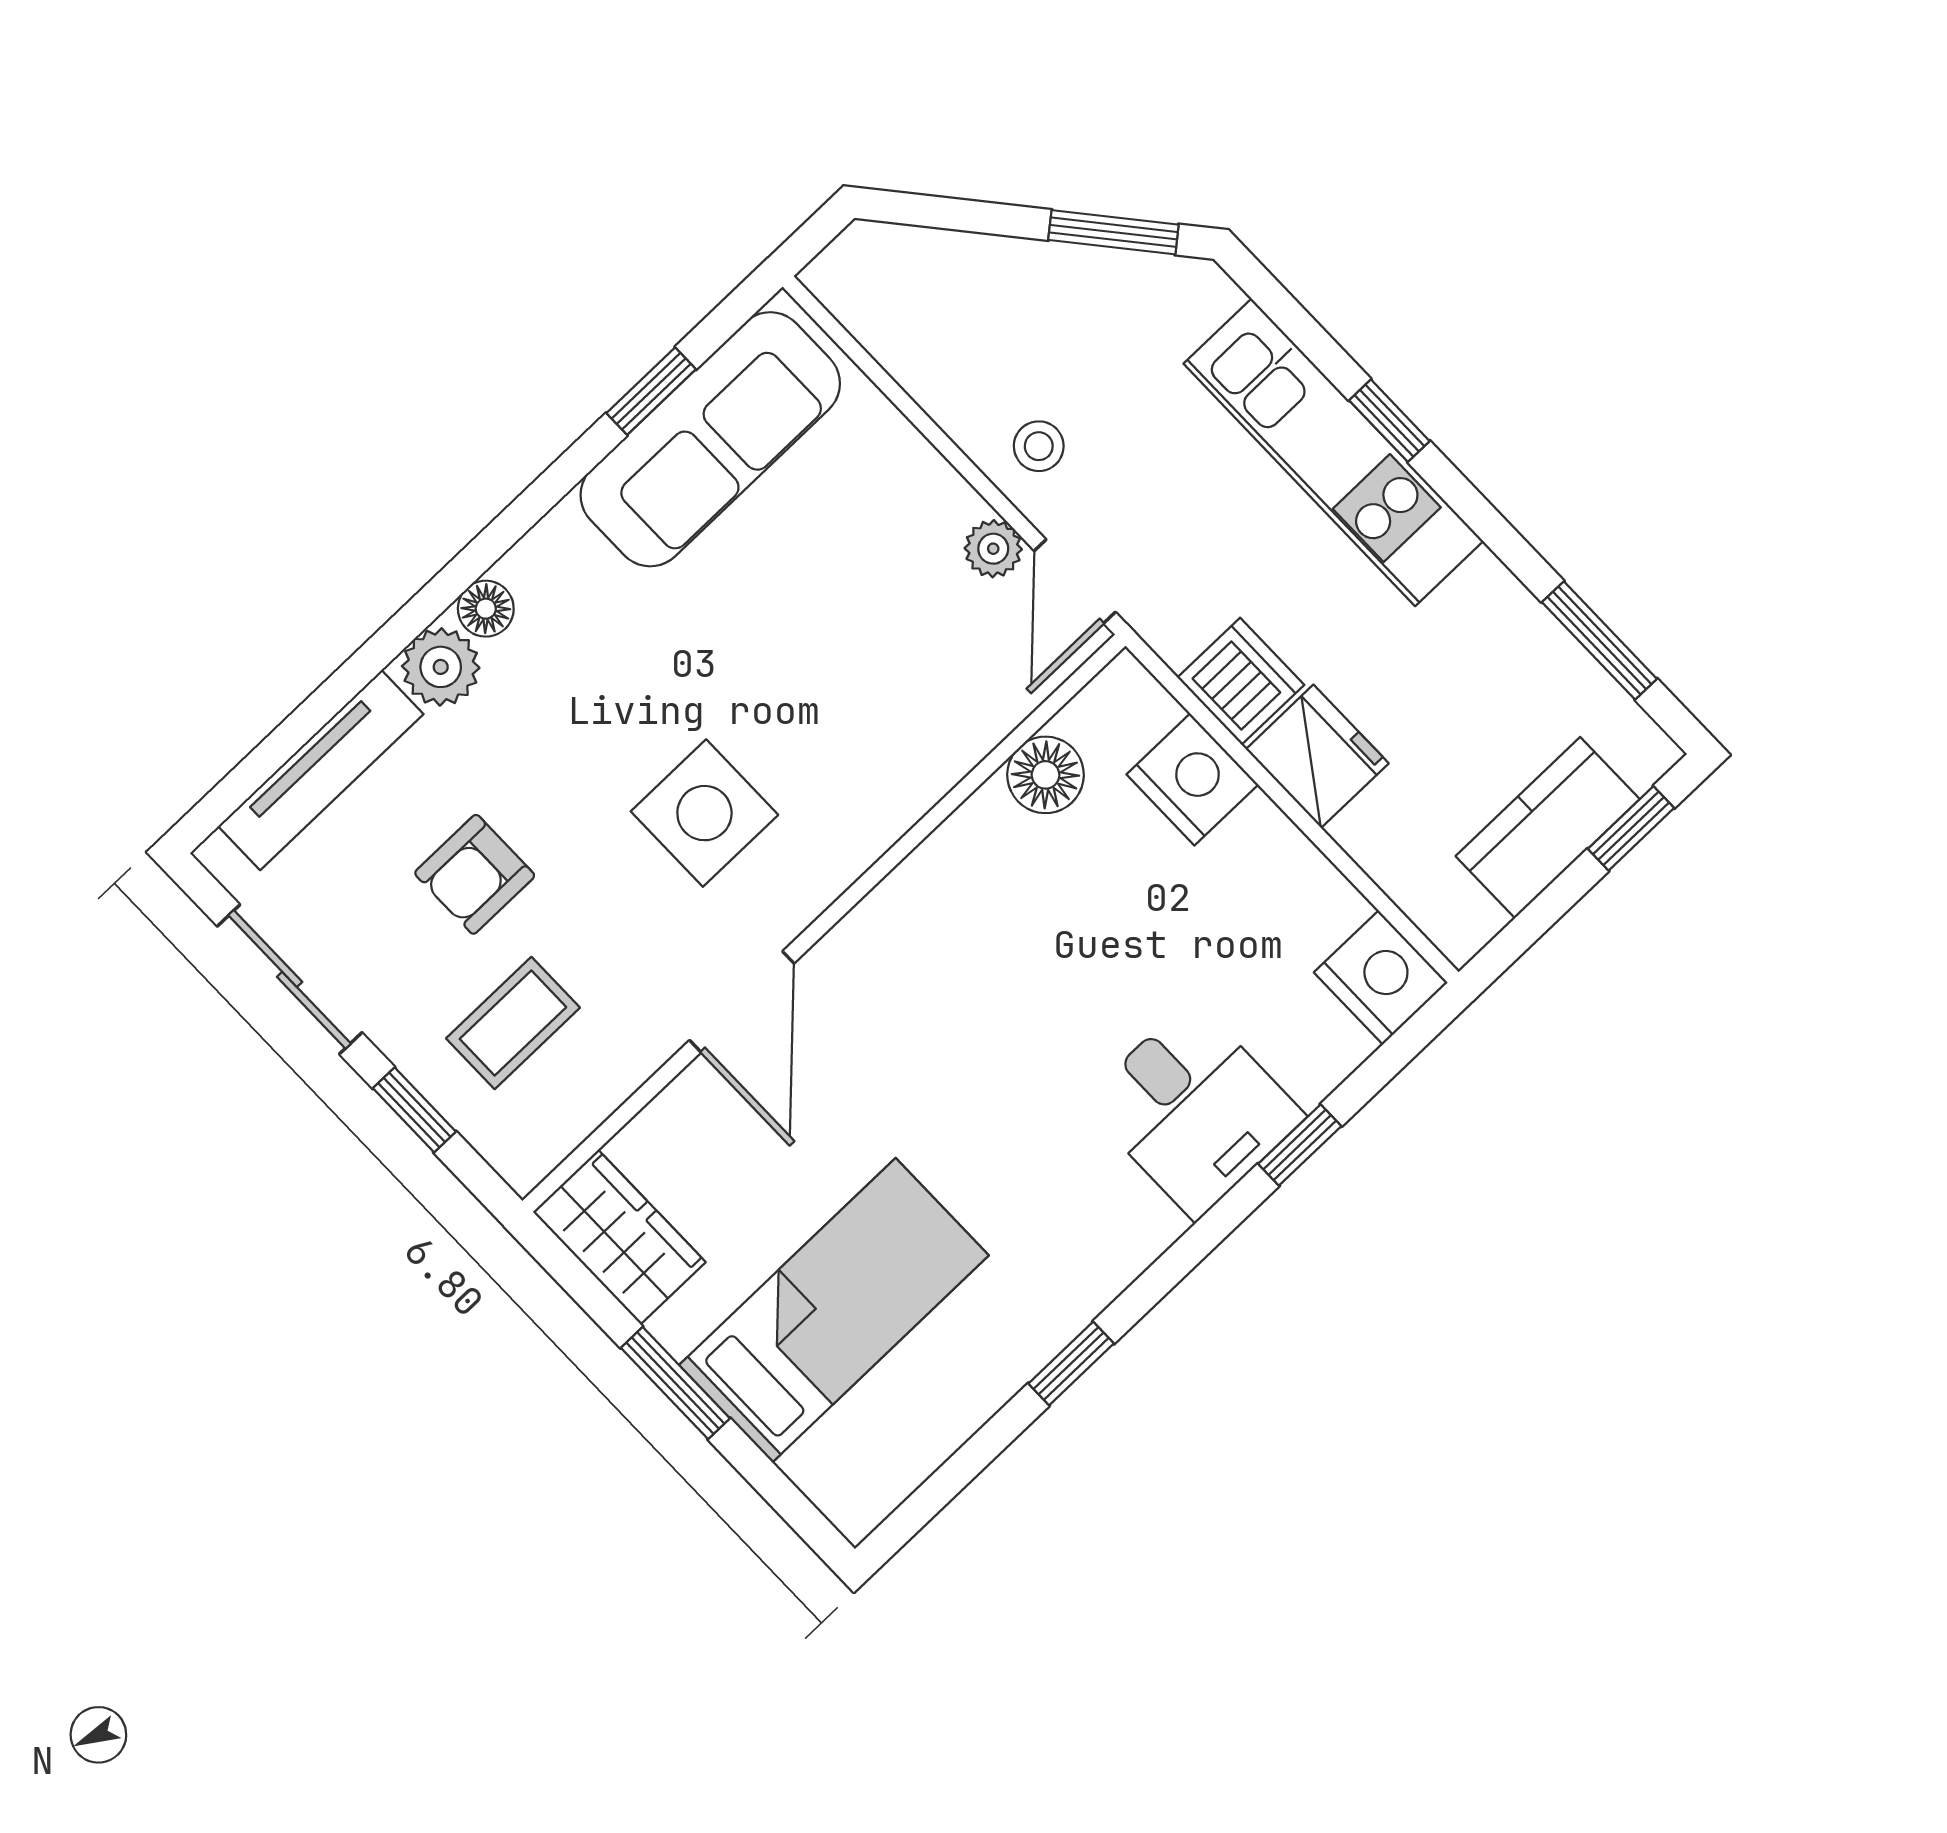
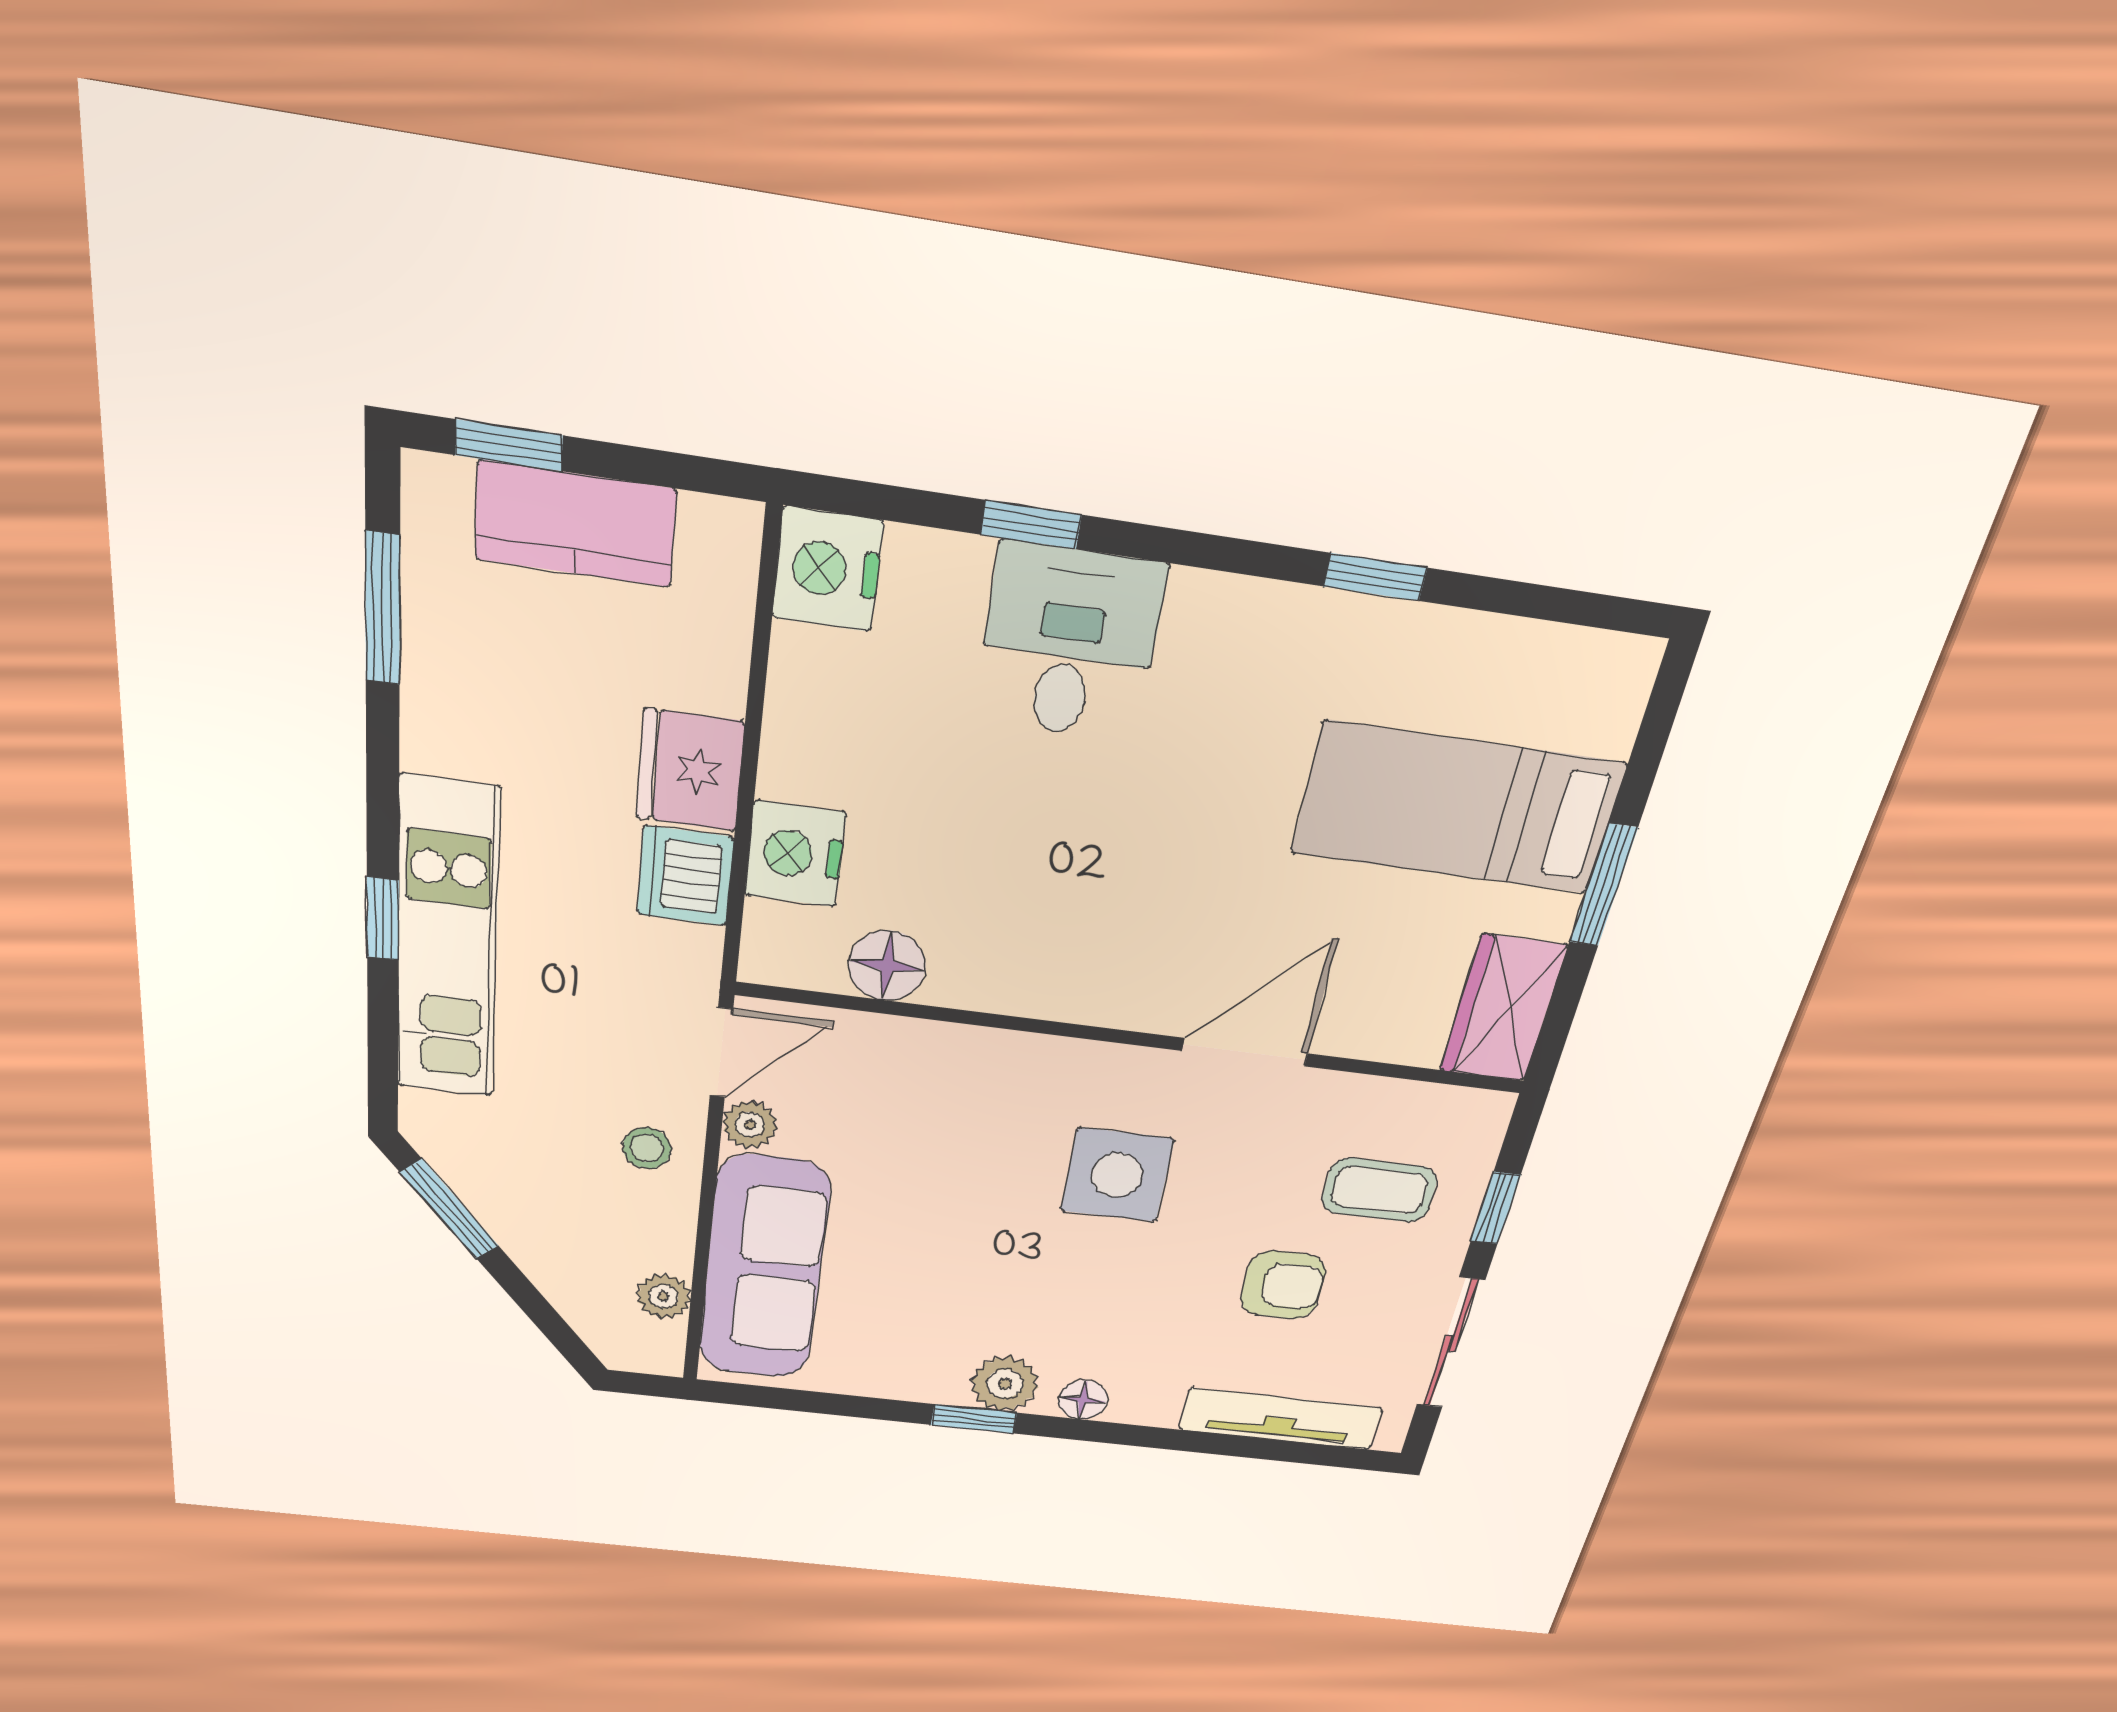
plant: (889, 333) -> (663, 1296), added
window: (651, 391) -> (974, 1419), moved
sofa: (710, 439) -> (764, 1269), moved, turned 90
plant: (441, 667) -> (1005, 1384), moved

